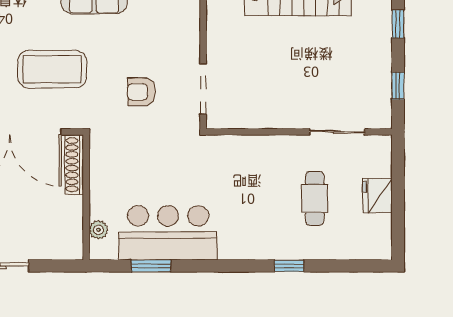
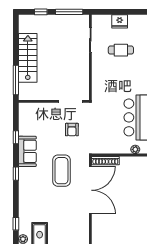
window: (398, 86) -> (69, 12), width x2.17

